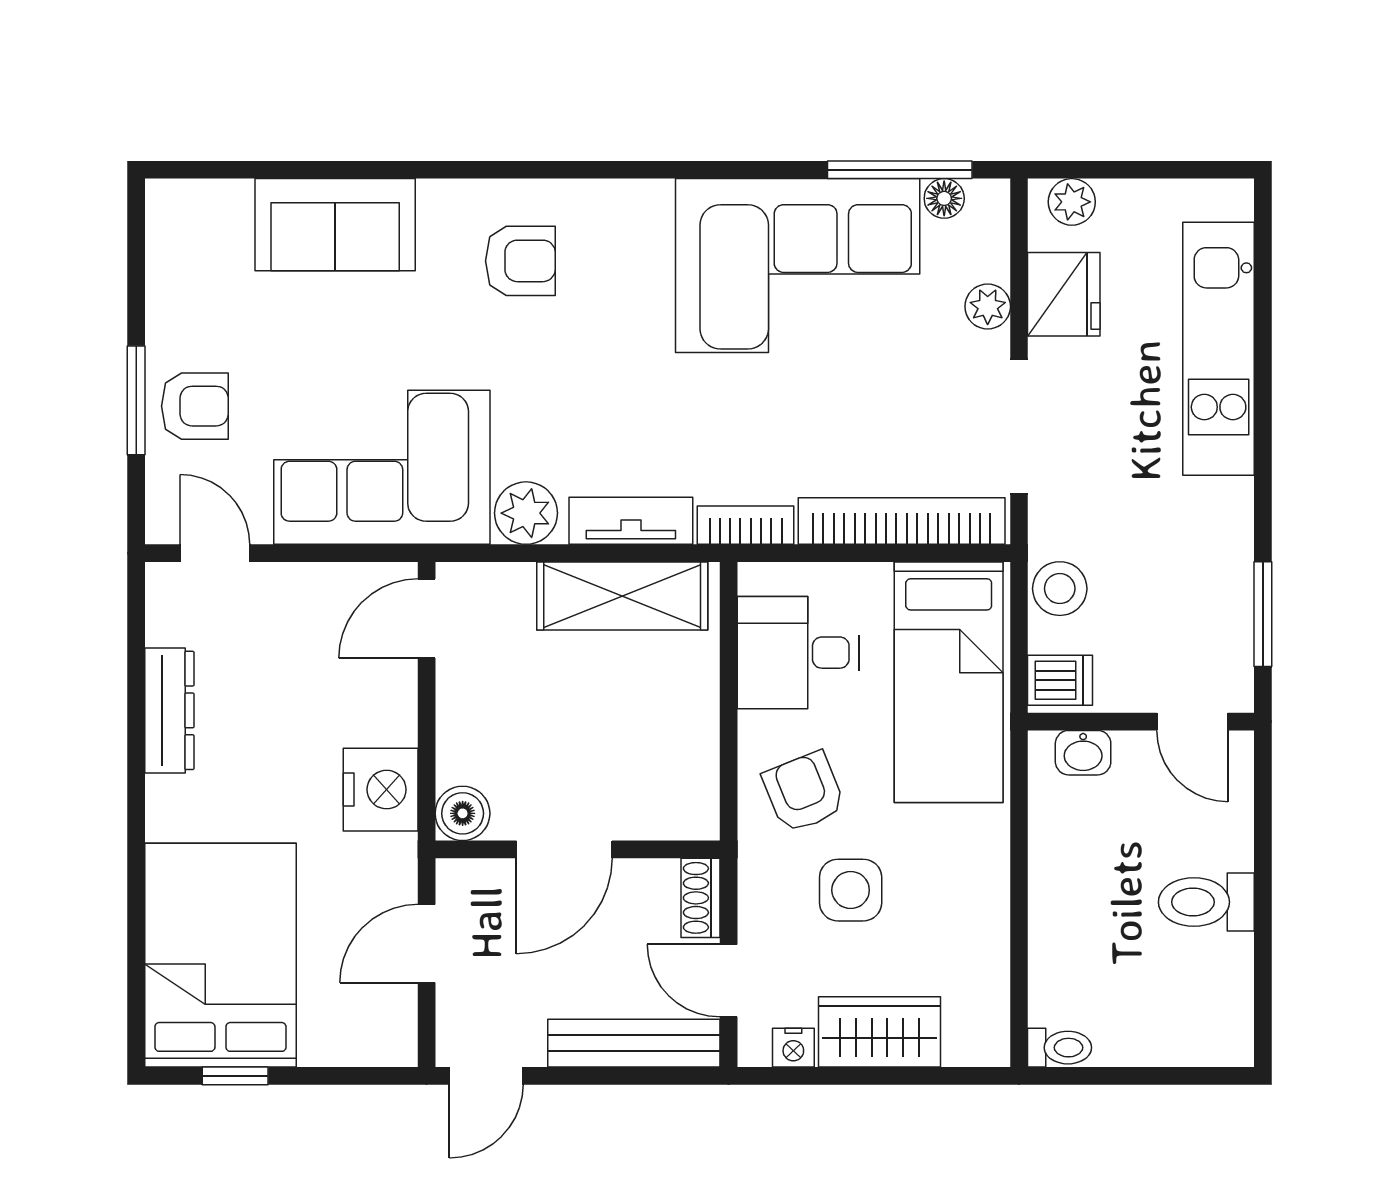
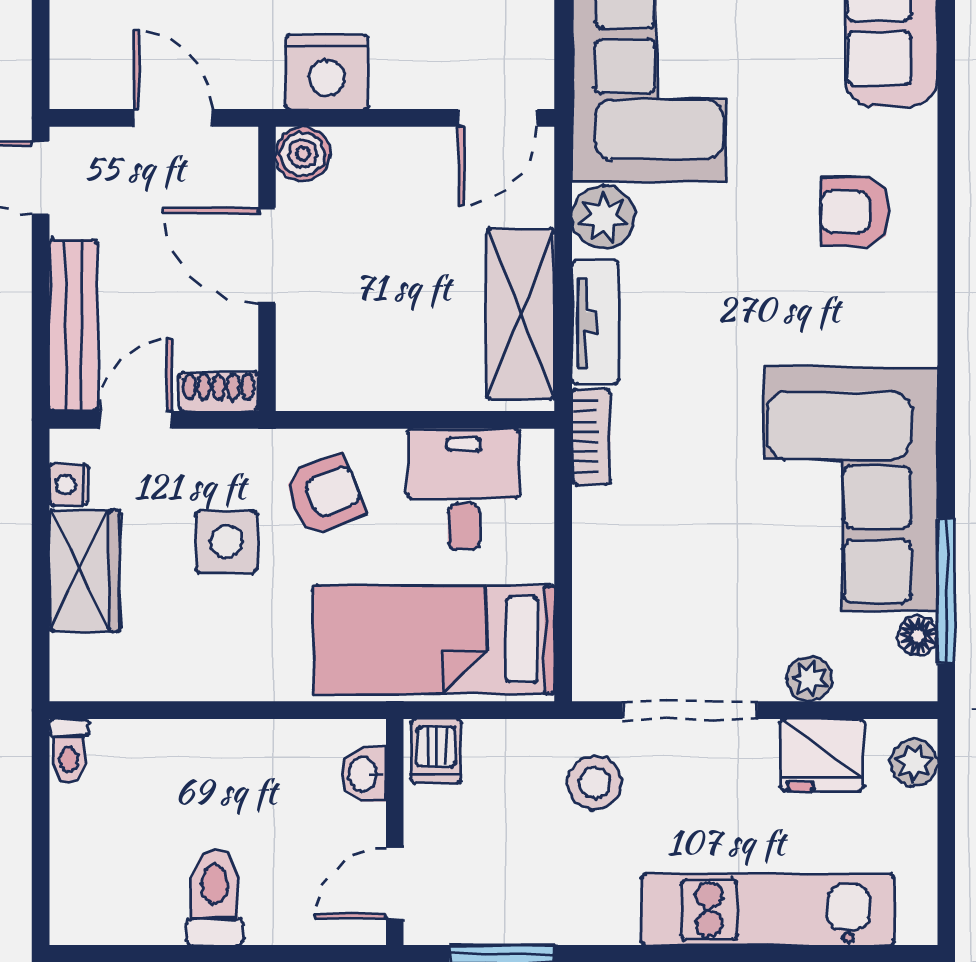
armchair: (520, 261) -> (855, 212), turned 90
bookcase: (902, 521) -> (595, 593), removed
stool: (1060, 589) -> (595, 783), moved
door: (427, 618) -> (498, 118), swing flipped

